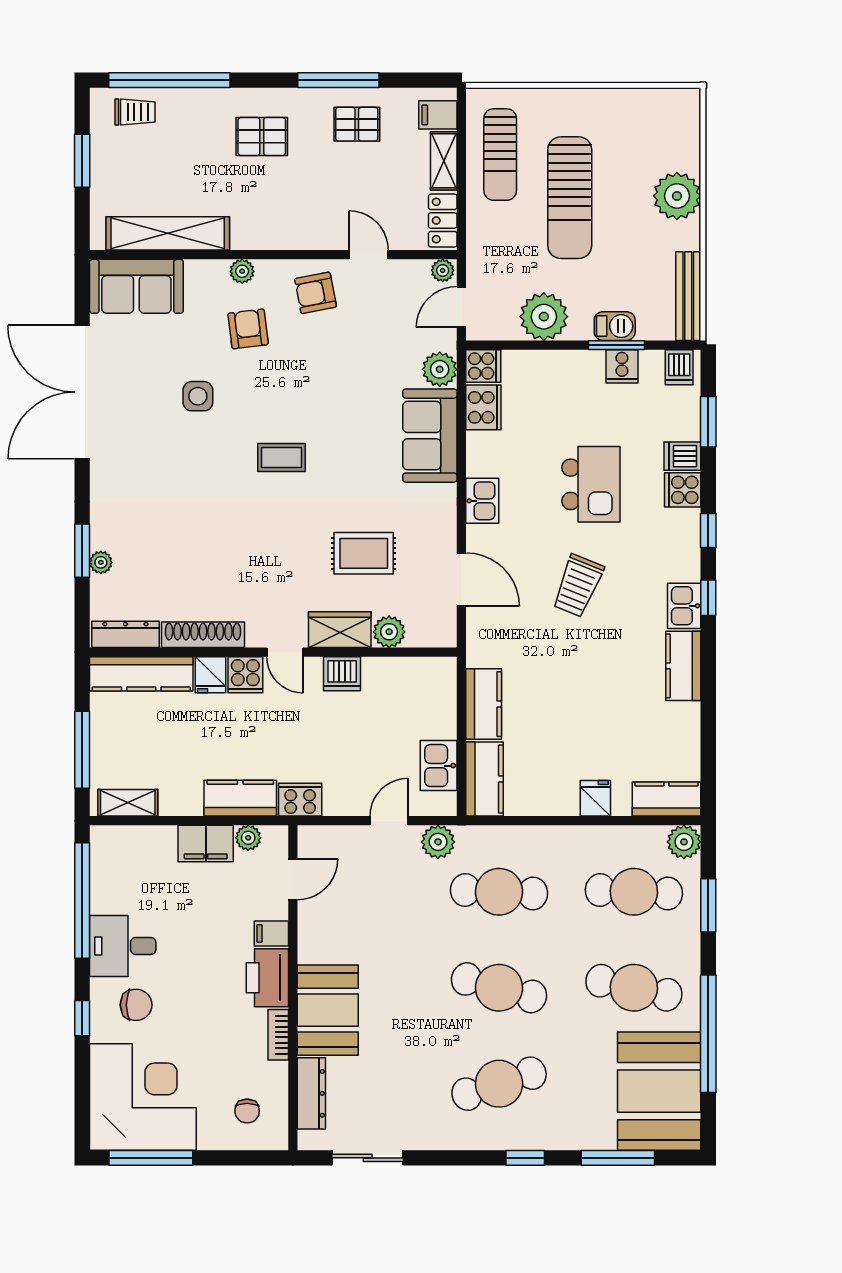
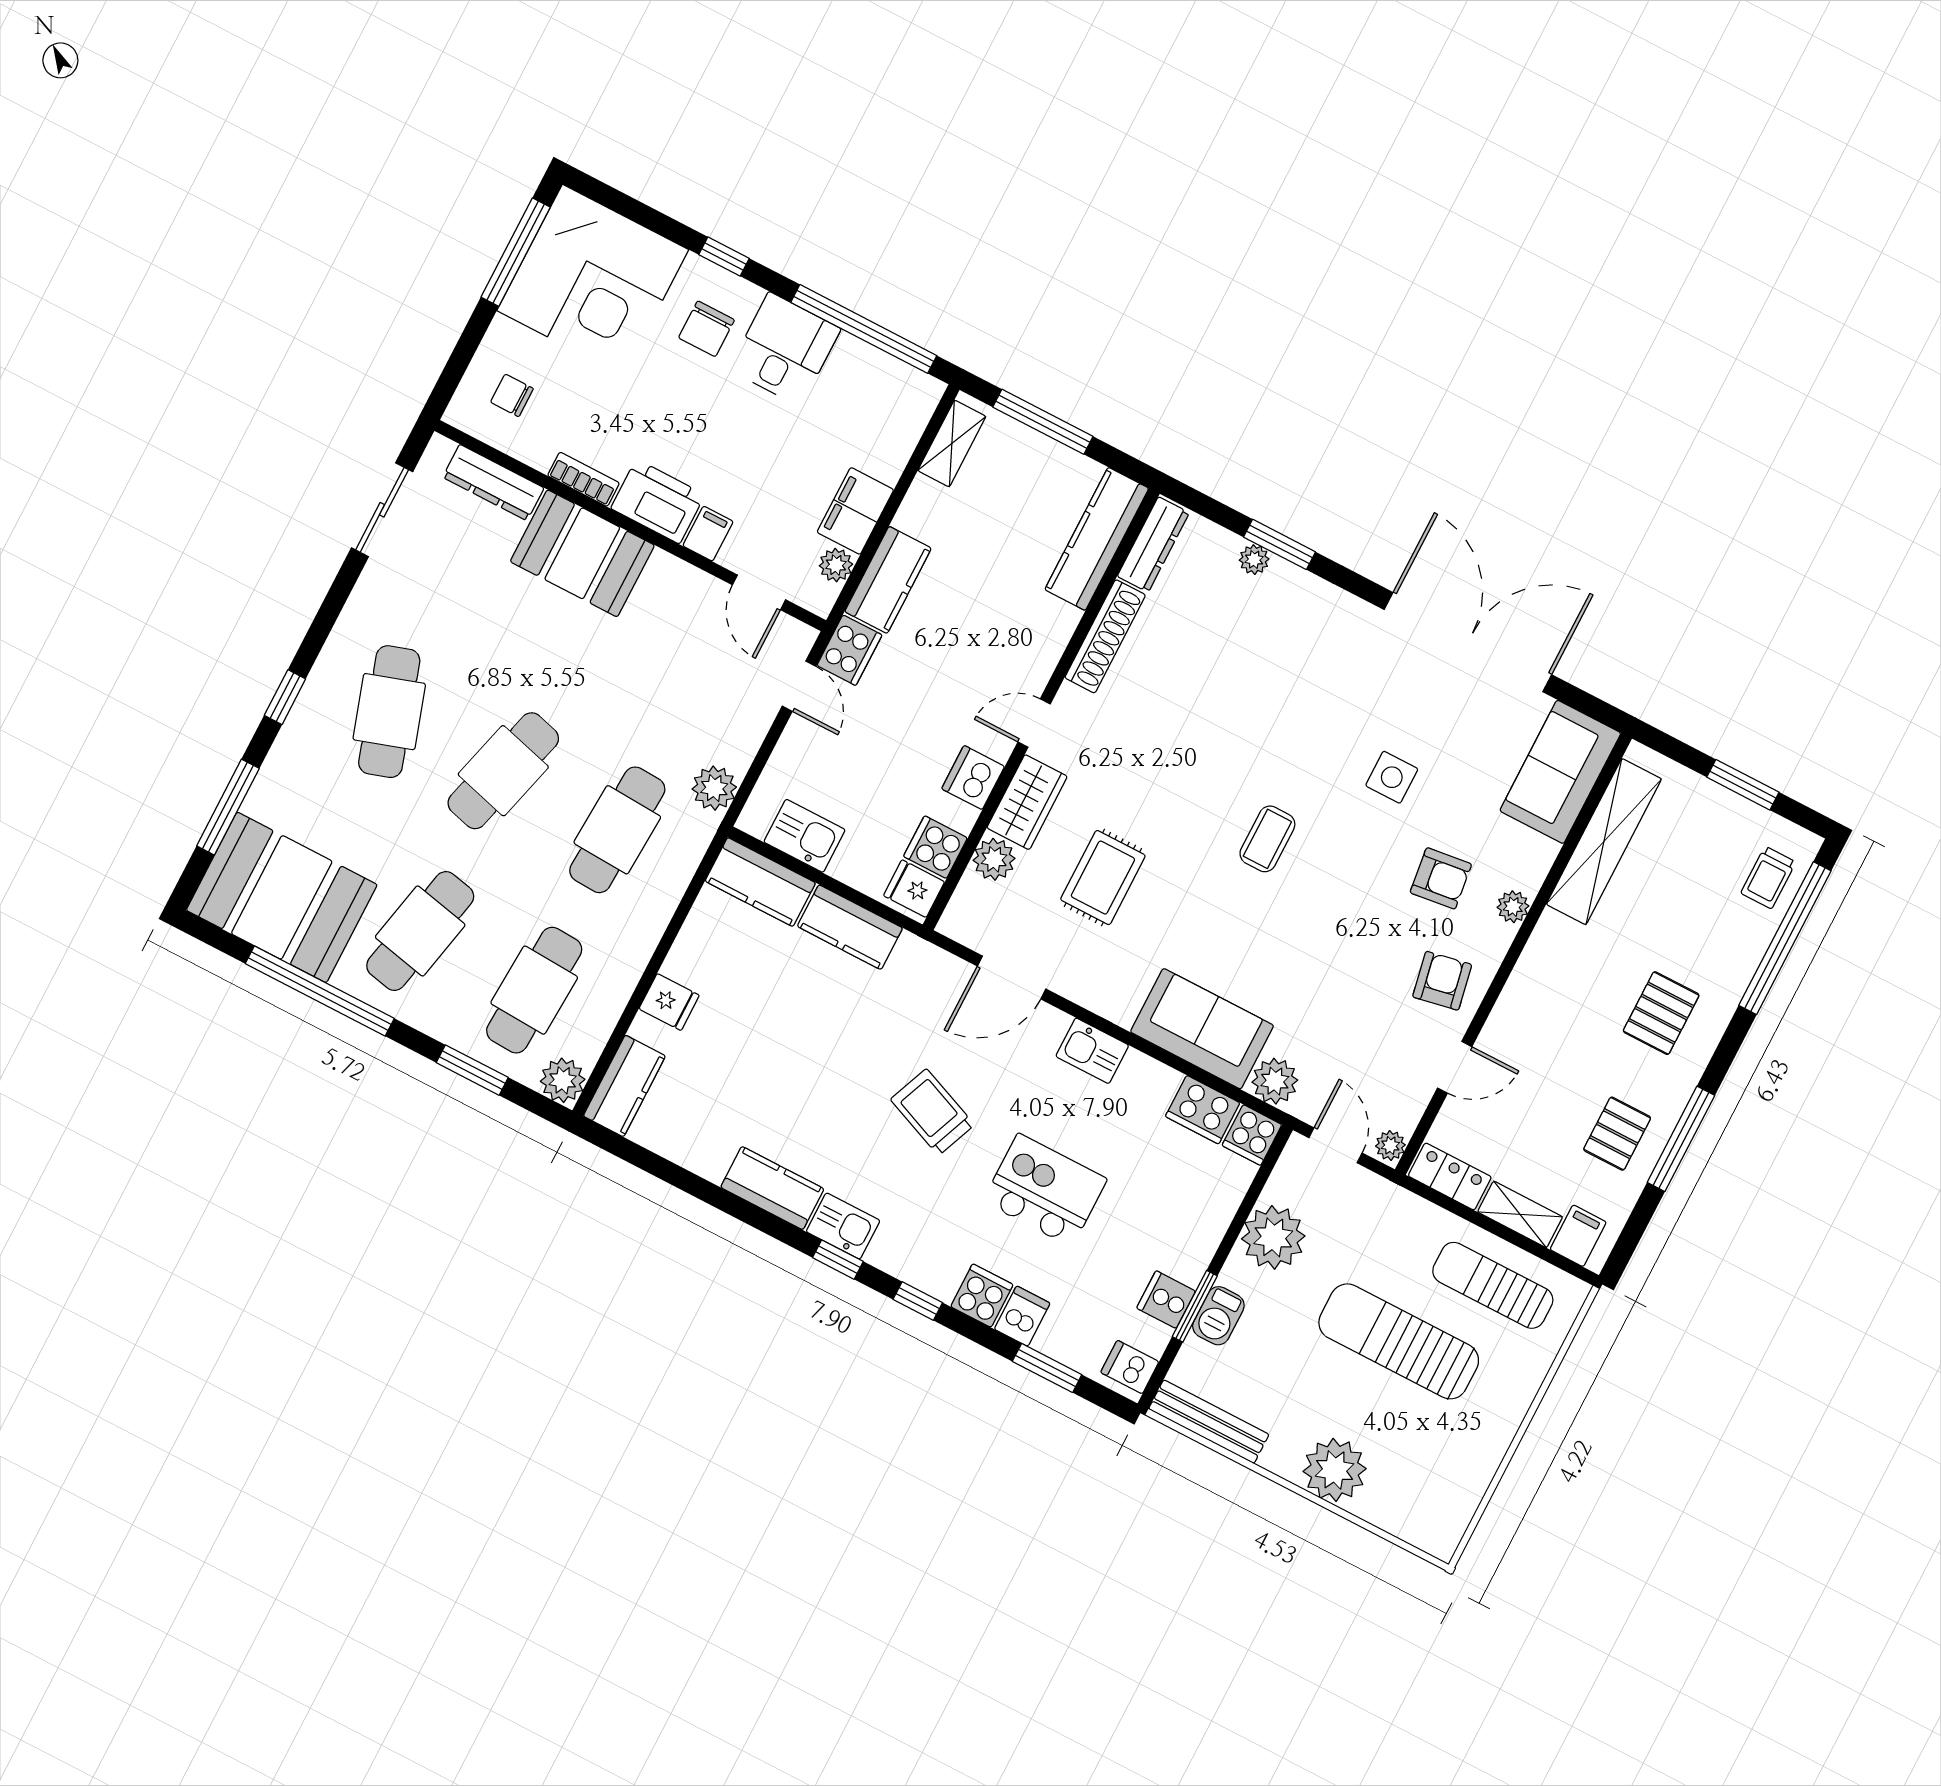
kitchen island: (591, 484) -> (1045, 1190), turned 180
fridge: (210, 675) -> (914, 889), moved
cooker: (245, 675) -> (935, 847), moved
door: (389, 821) -> (799, 686), moved

